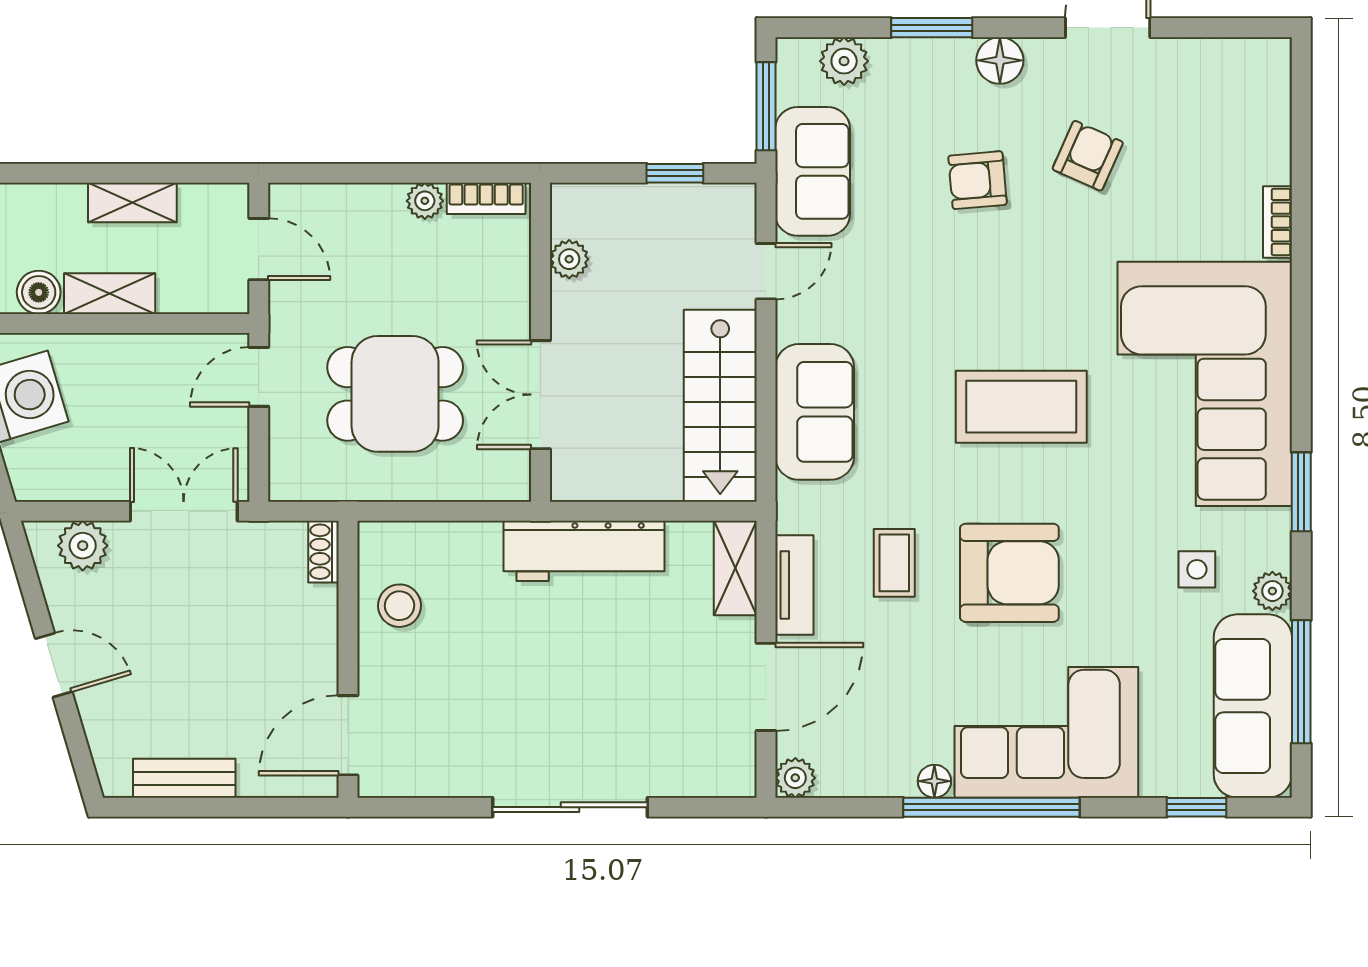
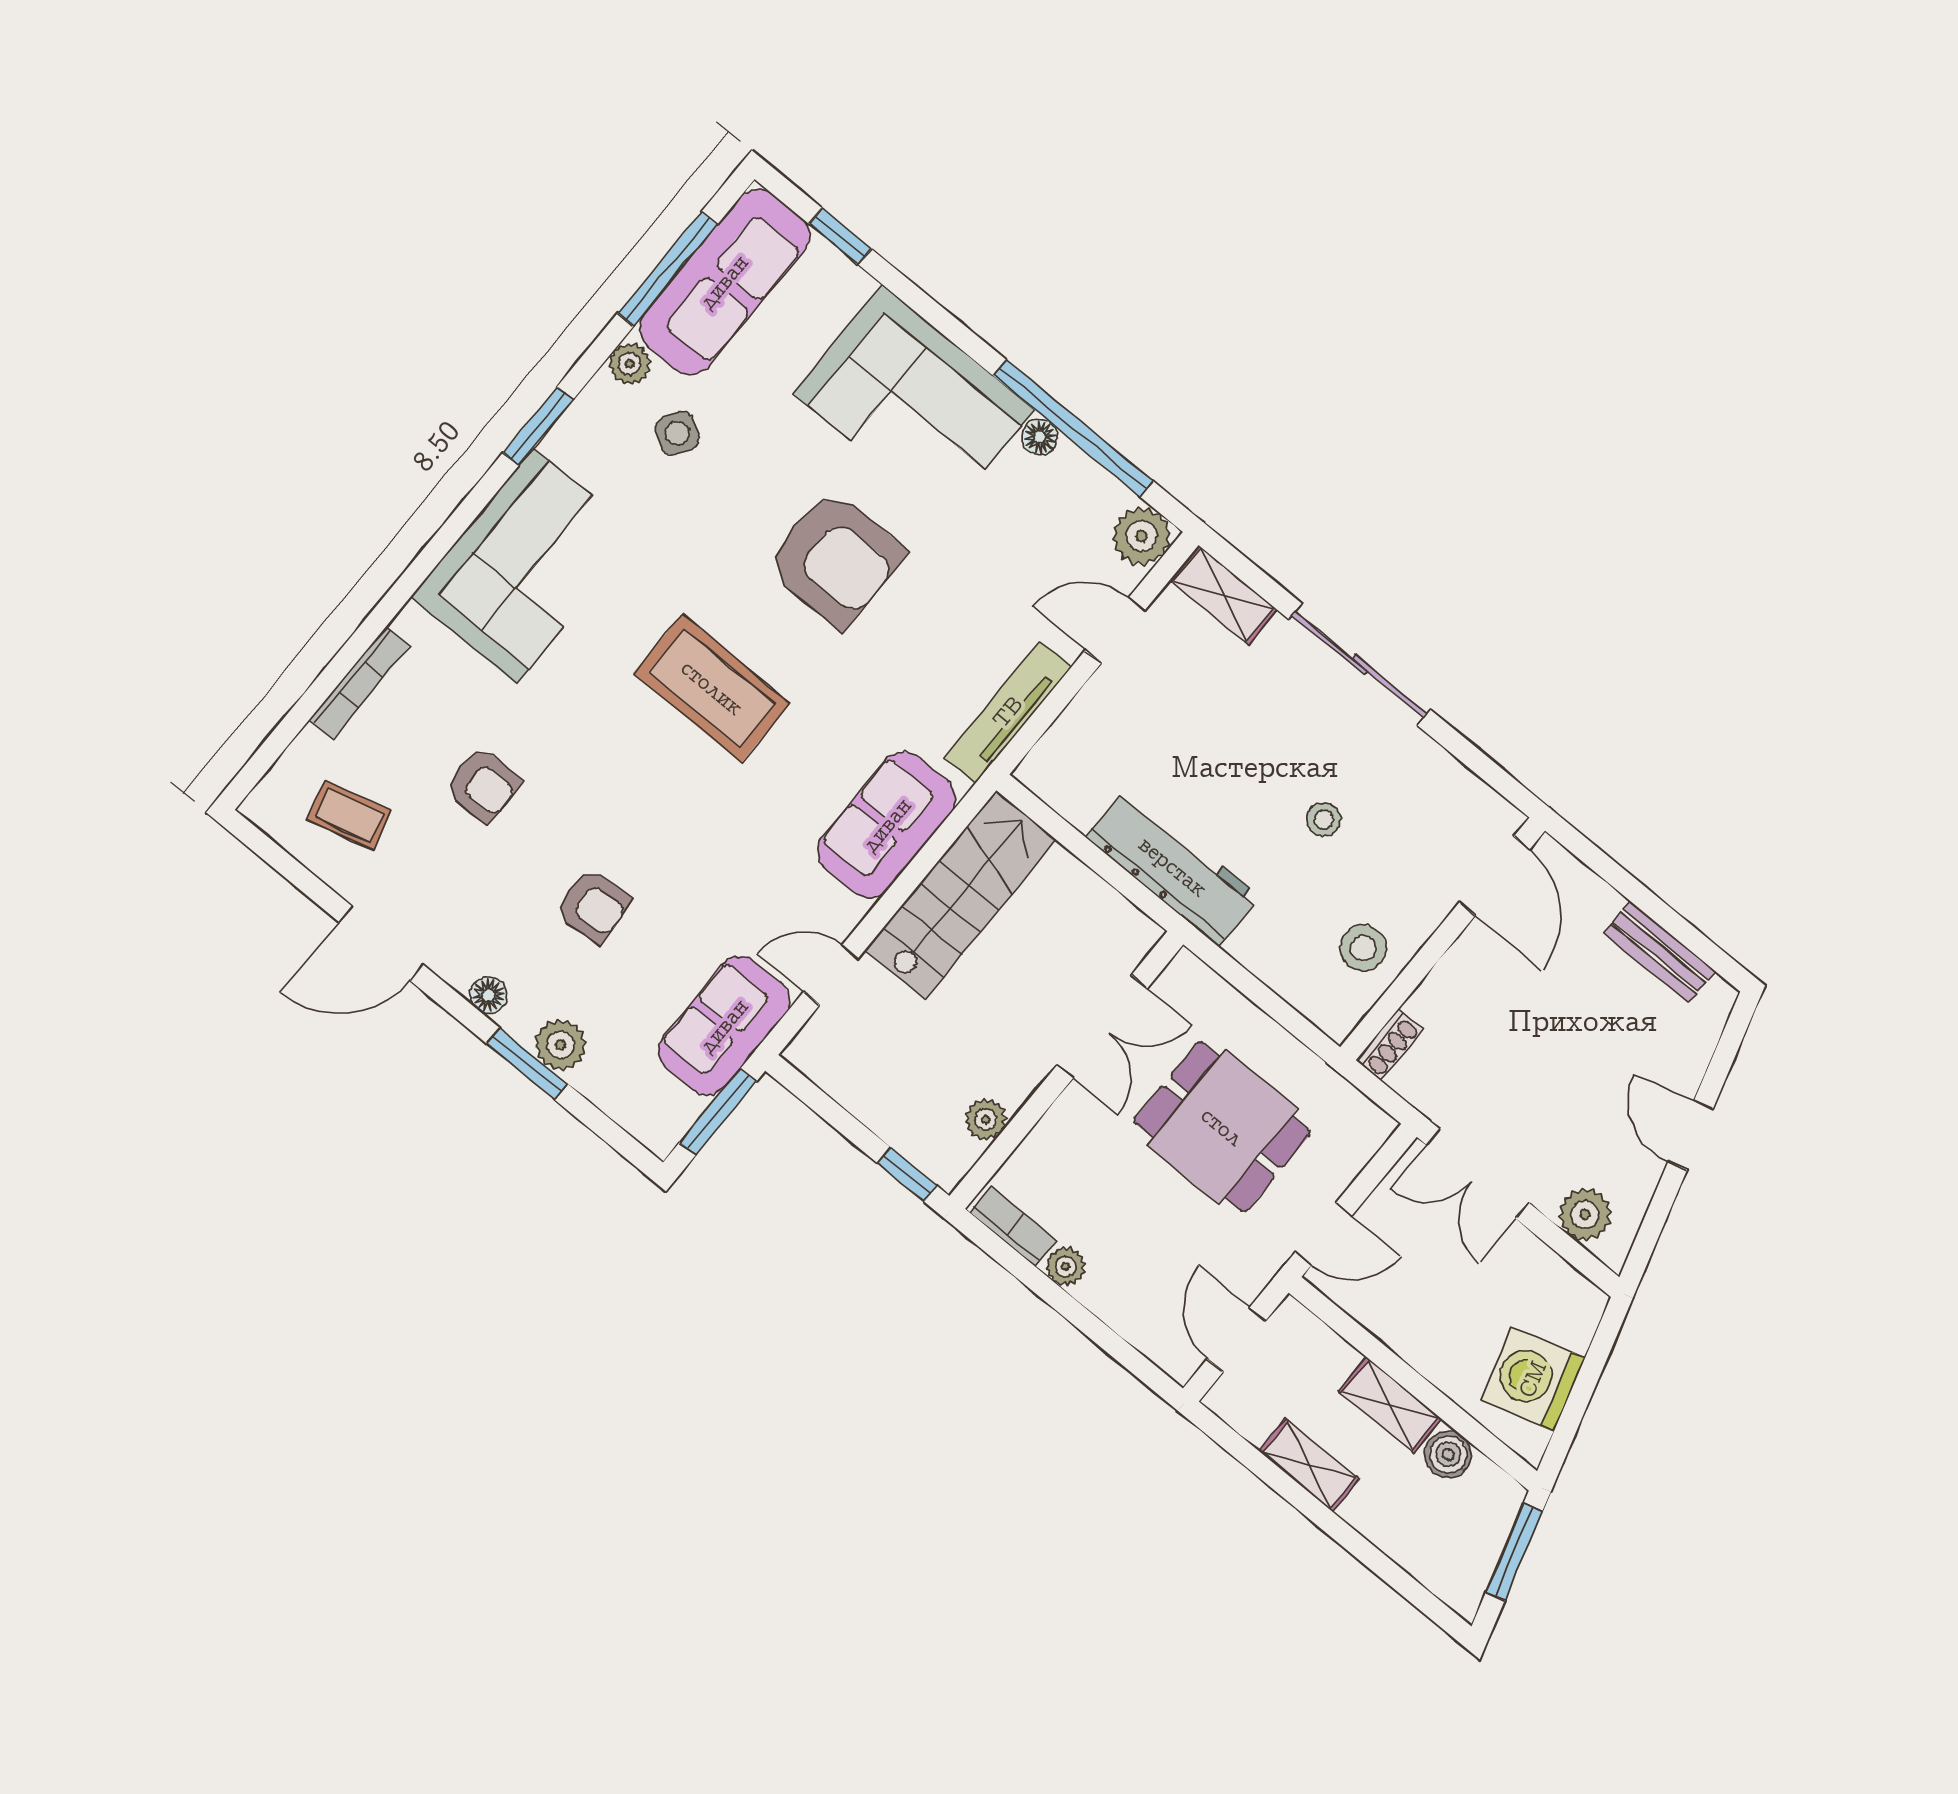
floor lamp: (1000, 60) -> (489, 995), width x0.73, depth x0.73
plant: (844, 61) -> (561, 1045), moved
armchair: (1088, 156) -> (483, 785), moved, turned -114
window: (675, 173) -> (907, 1175), moved
bookcase: (1277, 222) -> (359, 683), width x1.56
corner sofa: (1205, 384) -> (525, 566), width x0.73, depth x0.74
coffee table: (894, 563) -> (349, 815), moved, turned 75
shelving: (735, 568) -> (1223, 595), moved, turned 90
side table: (1197, 569) -> (677, 433), turned 31
armchair: (1009, 573) -> (835, 559), turned 180
tv unit: (794, 585) -> (1008, 712), width x1.41
stool: (504, 675) -> (1324, 819), added
door: (766, 687) -> (1115, 630), width x0.73
door: (348, 735) -> (1495, 876), hinge flipped
plant: (795, 778) -> (1141, 536), width x1.38, depth x1.38
window: (991, 807) -> (1073, 428), moved

